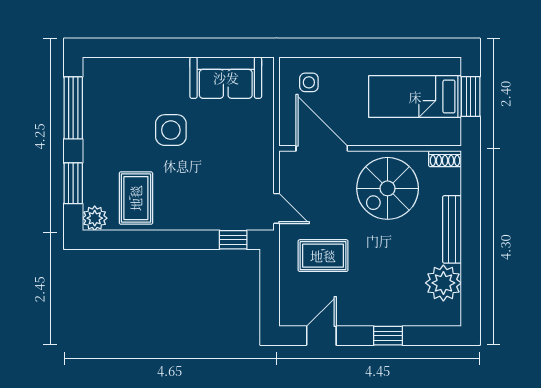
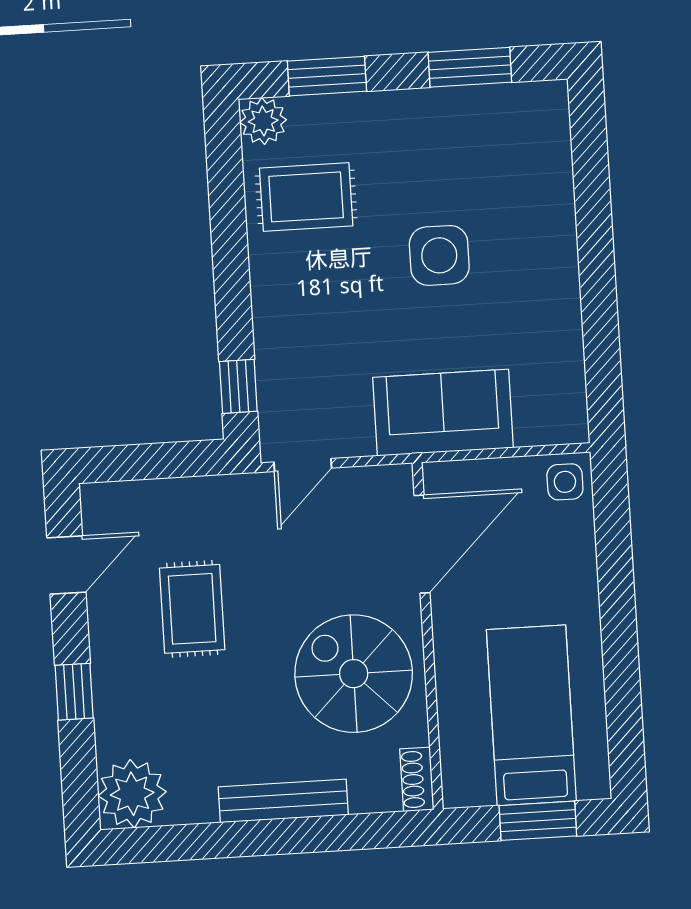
sofa: (226, 78) -> (443, 413), moved, turned 90
side table: (309, 82) -> (565, 482), moved
window: (73, 108) -> (470, 67), width x0.69
rug: (323, 256) -> (192, 609), moved
plant: (443, 283) -> (132, 794), moved
door: (321, 336) -> (66, 565), hinge flipped

